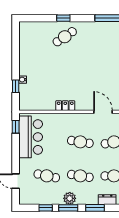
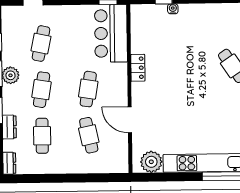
door: (103, 112) -> (130, 120), swing flipped
bar counter: (31, 137) -> (111, 33), moved, turned 90

